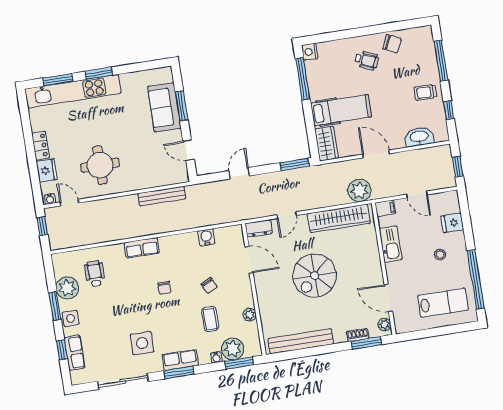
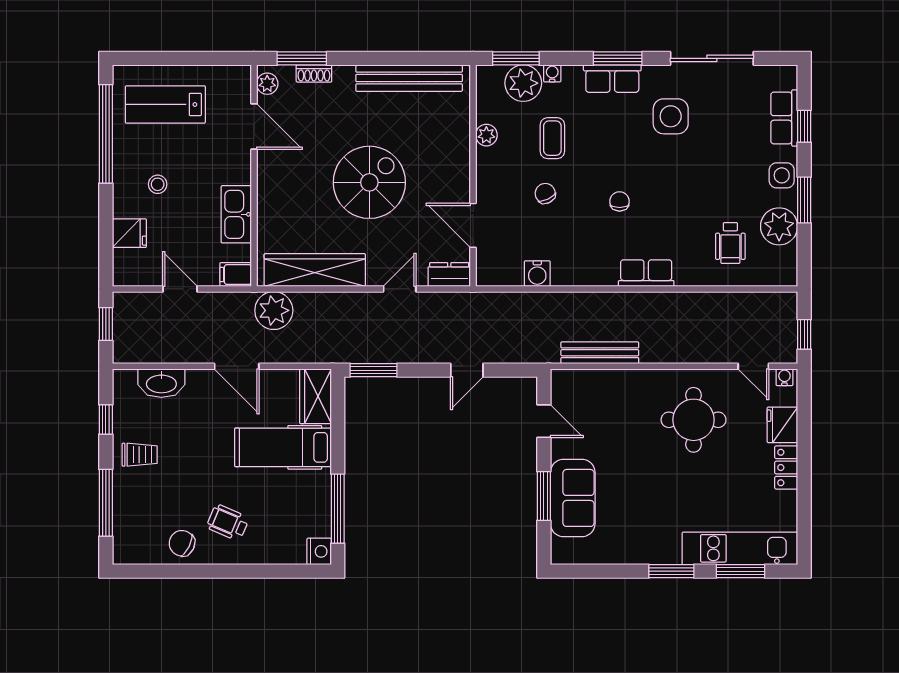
kitchen unit: (73, 91) -> (740, 548), width x0.73

